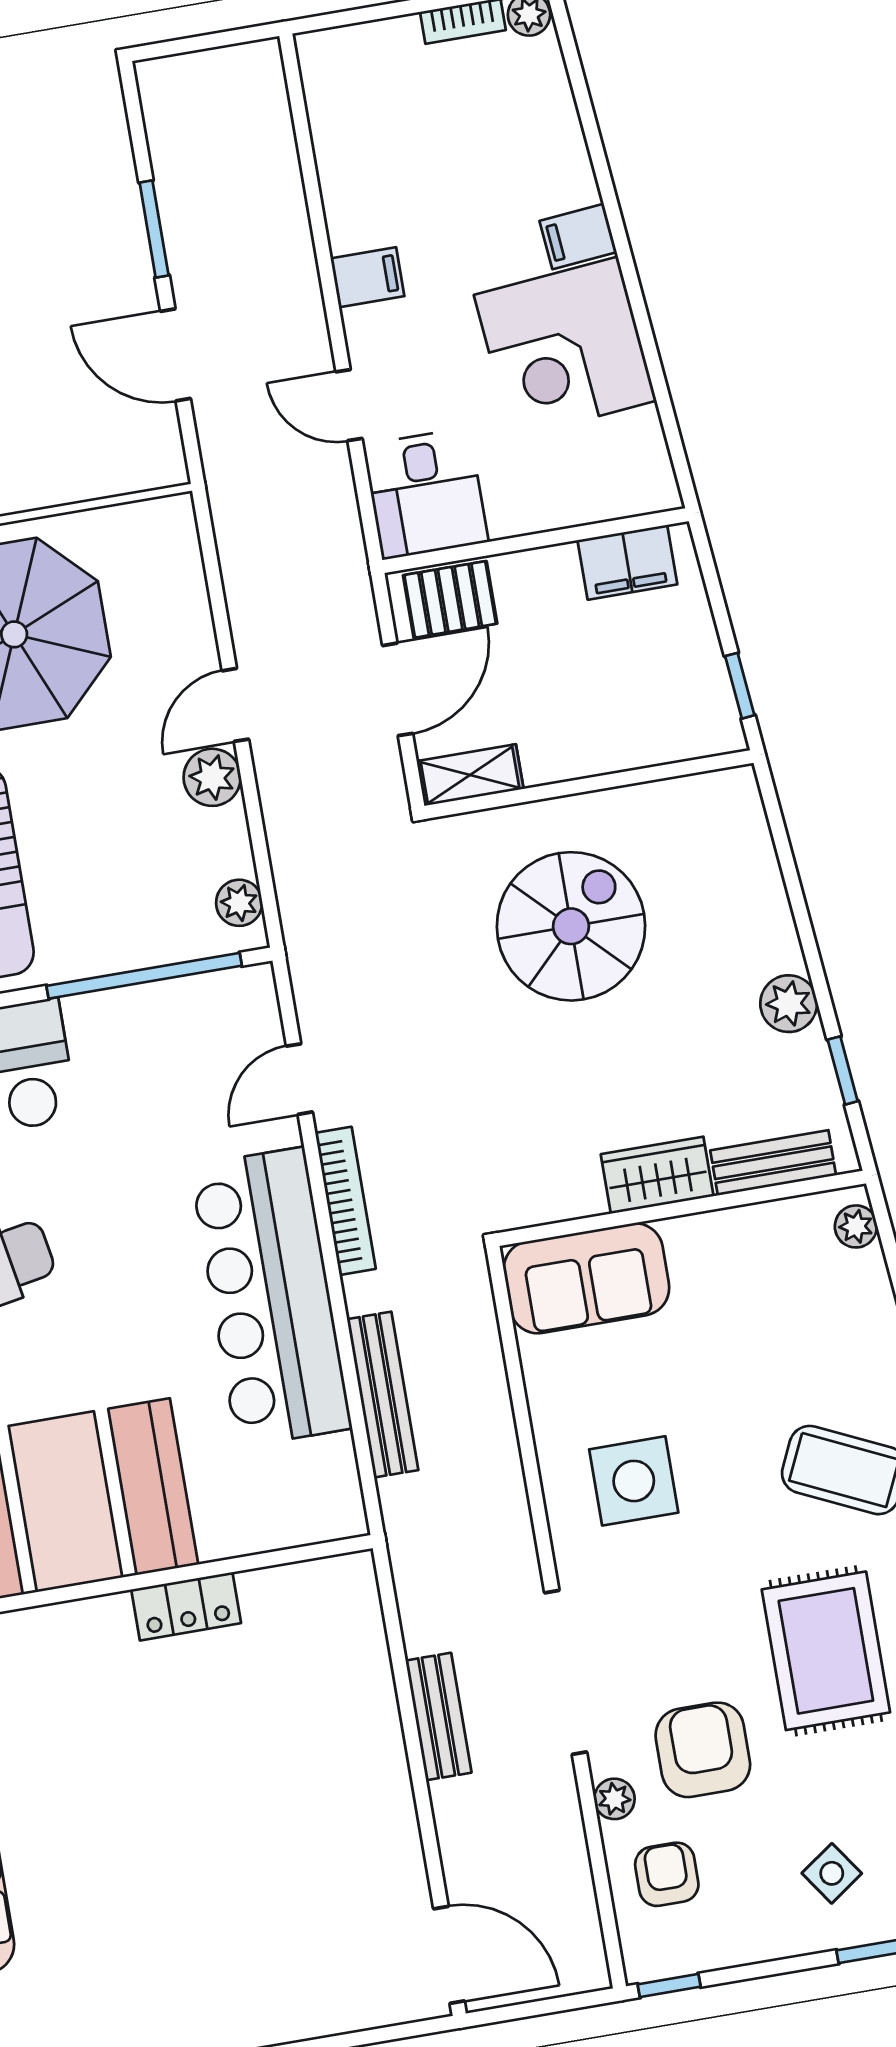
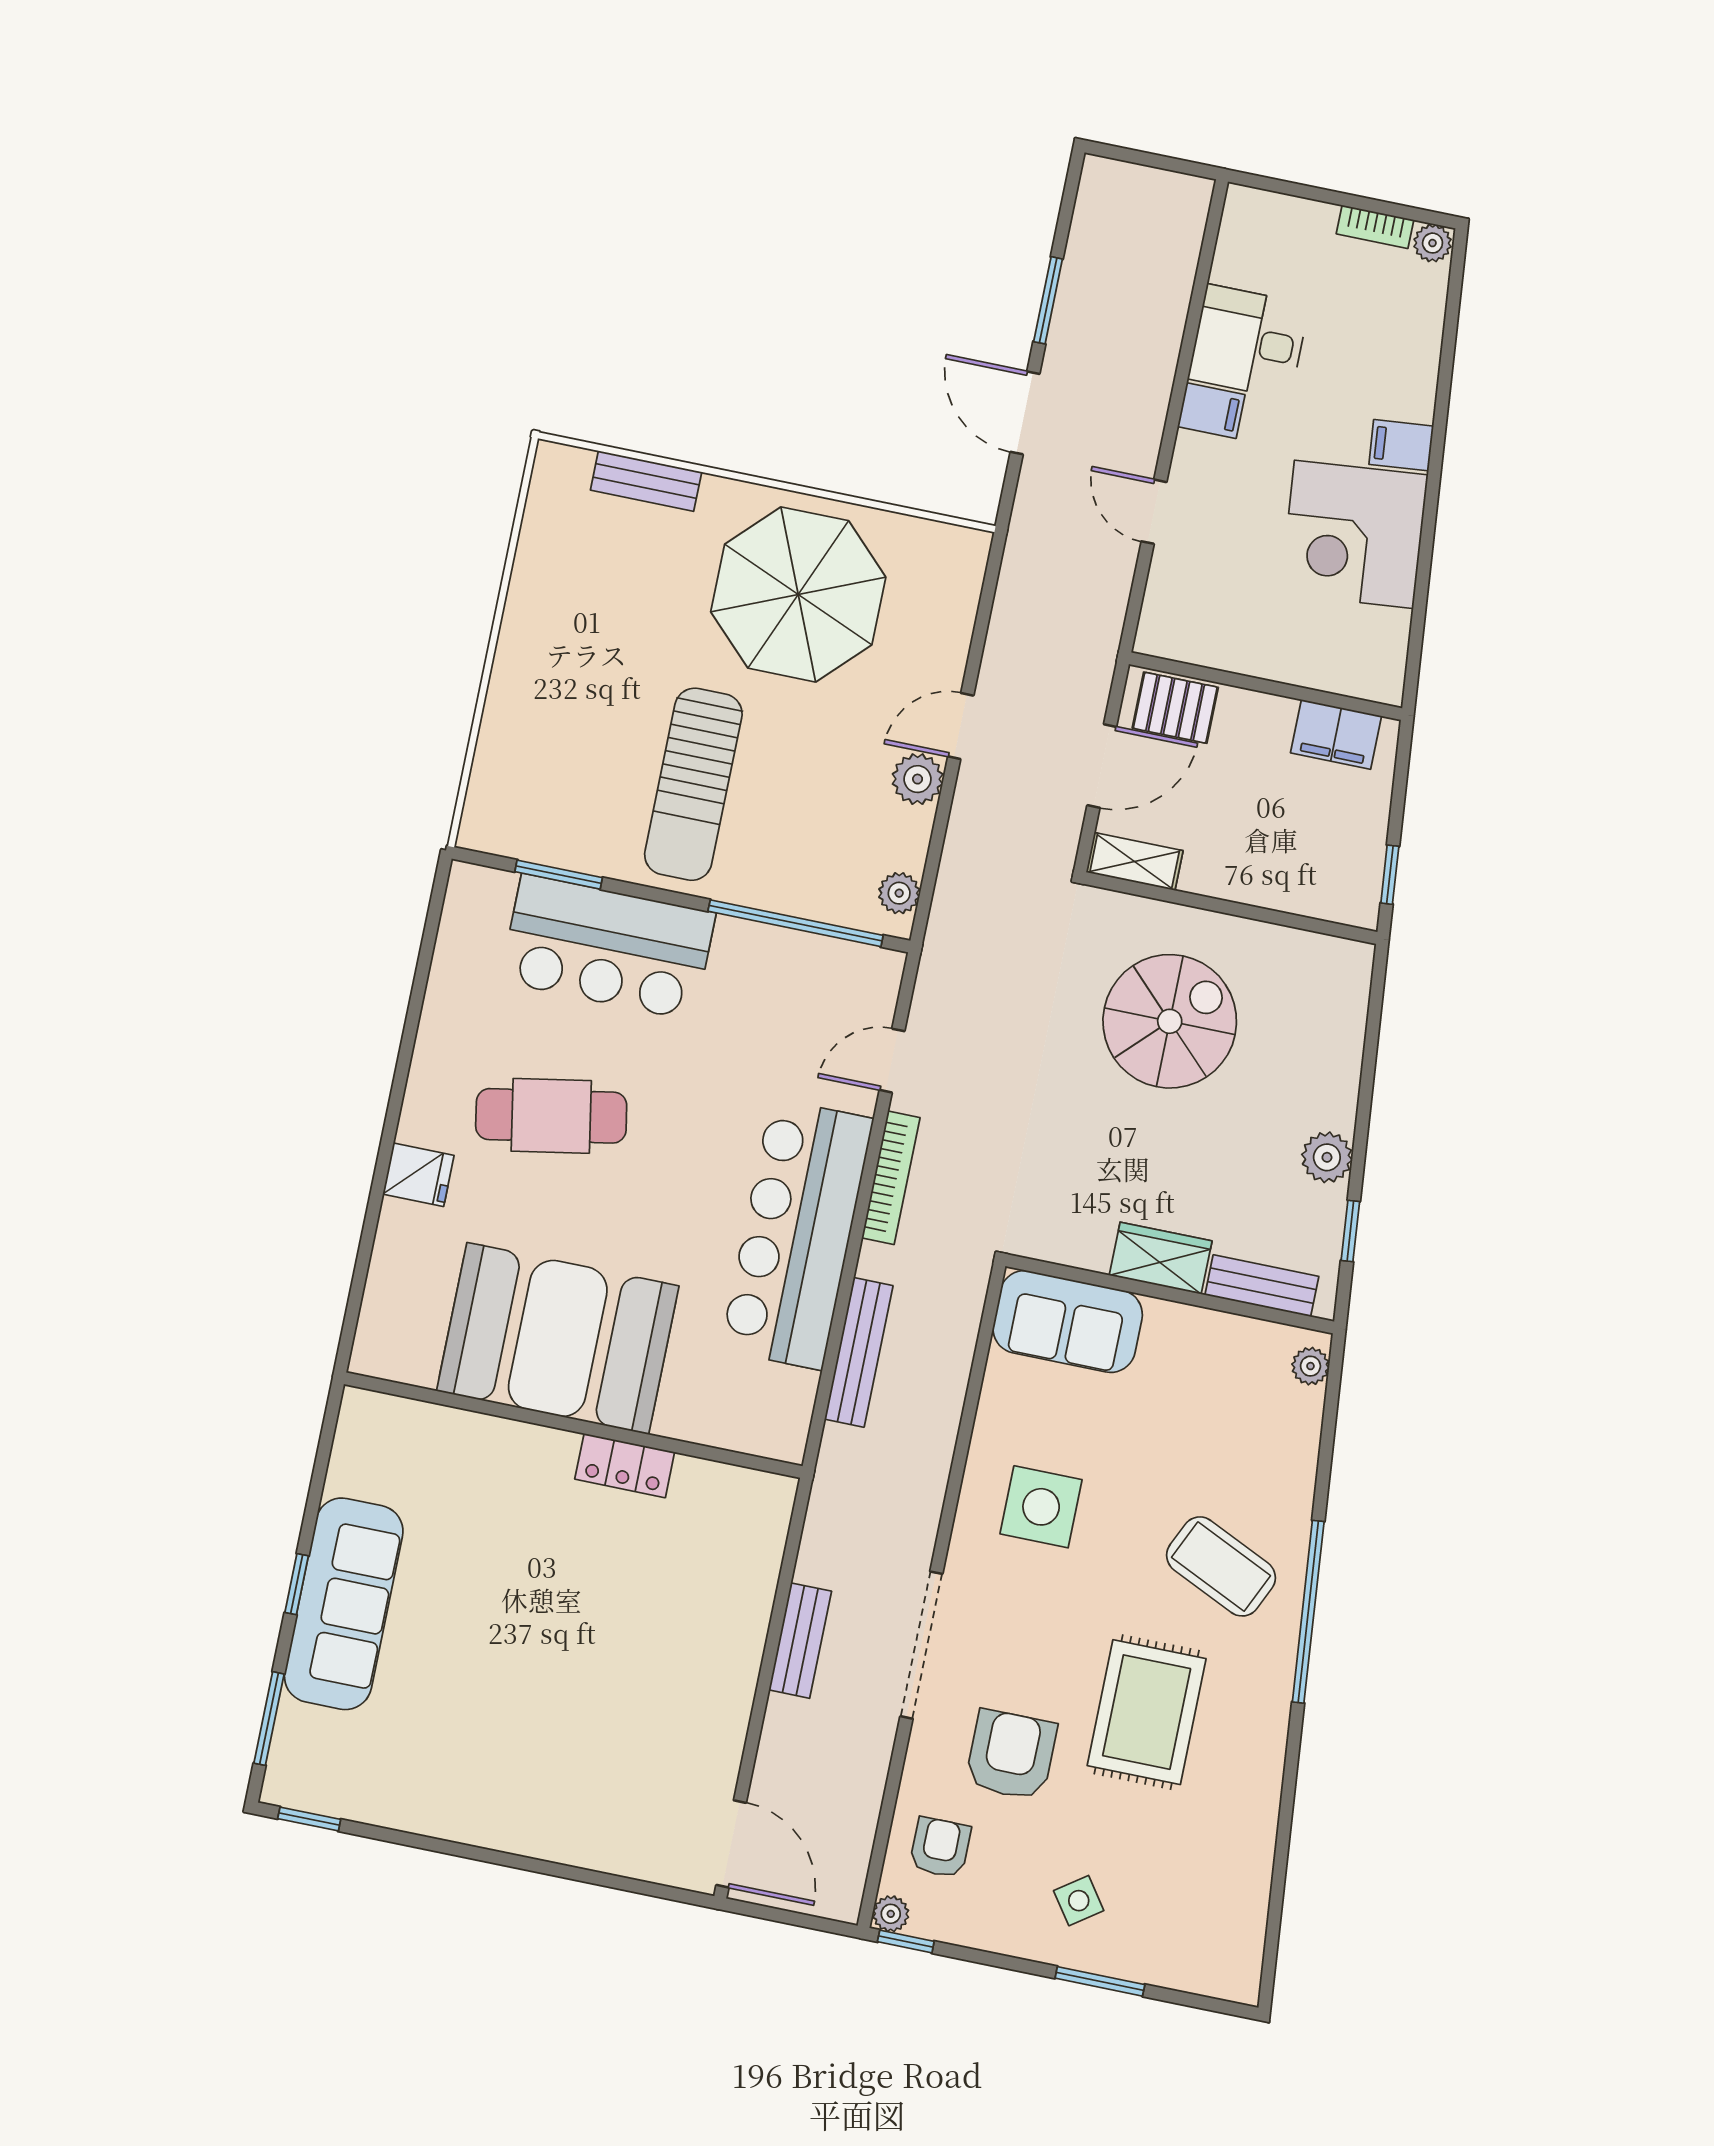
desk: (426, 494) -> (1249, 342), moved, turned 90
plant: (614, 1799) -> (891, 1914), moved

